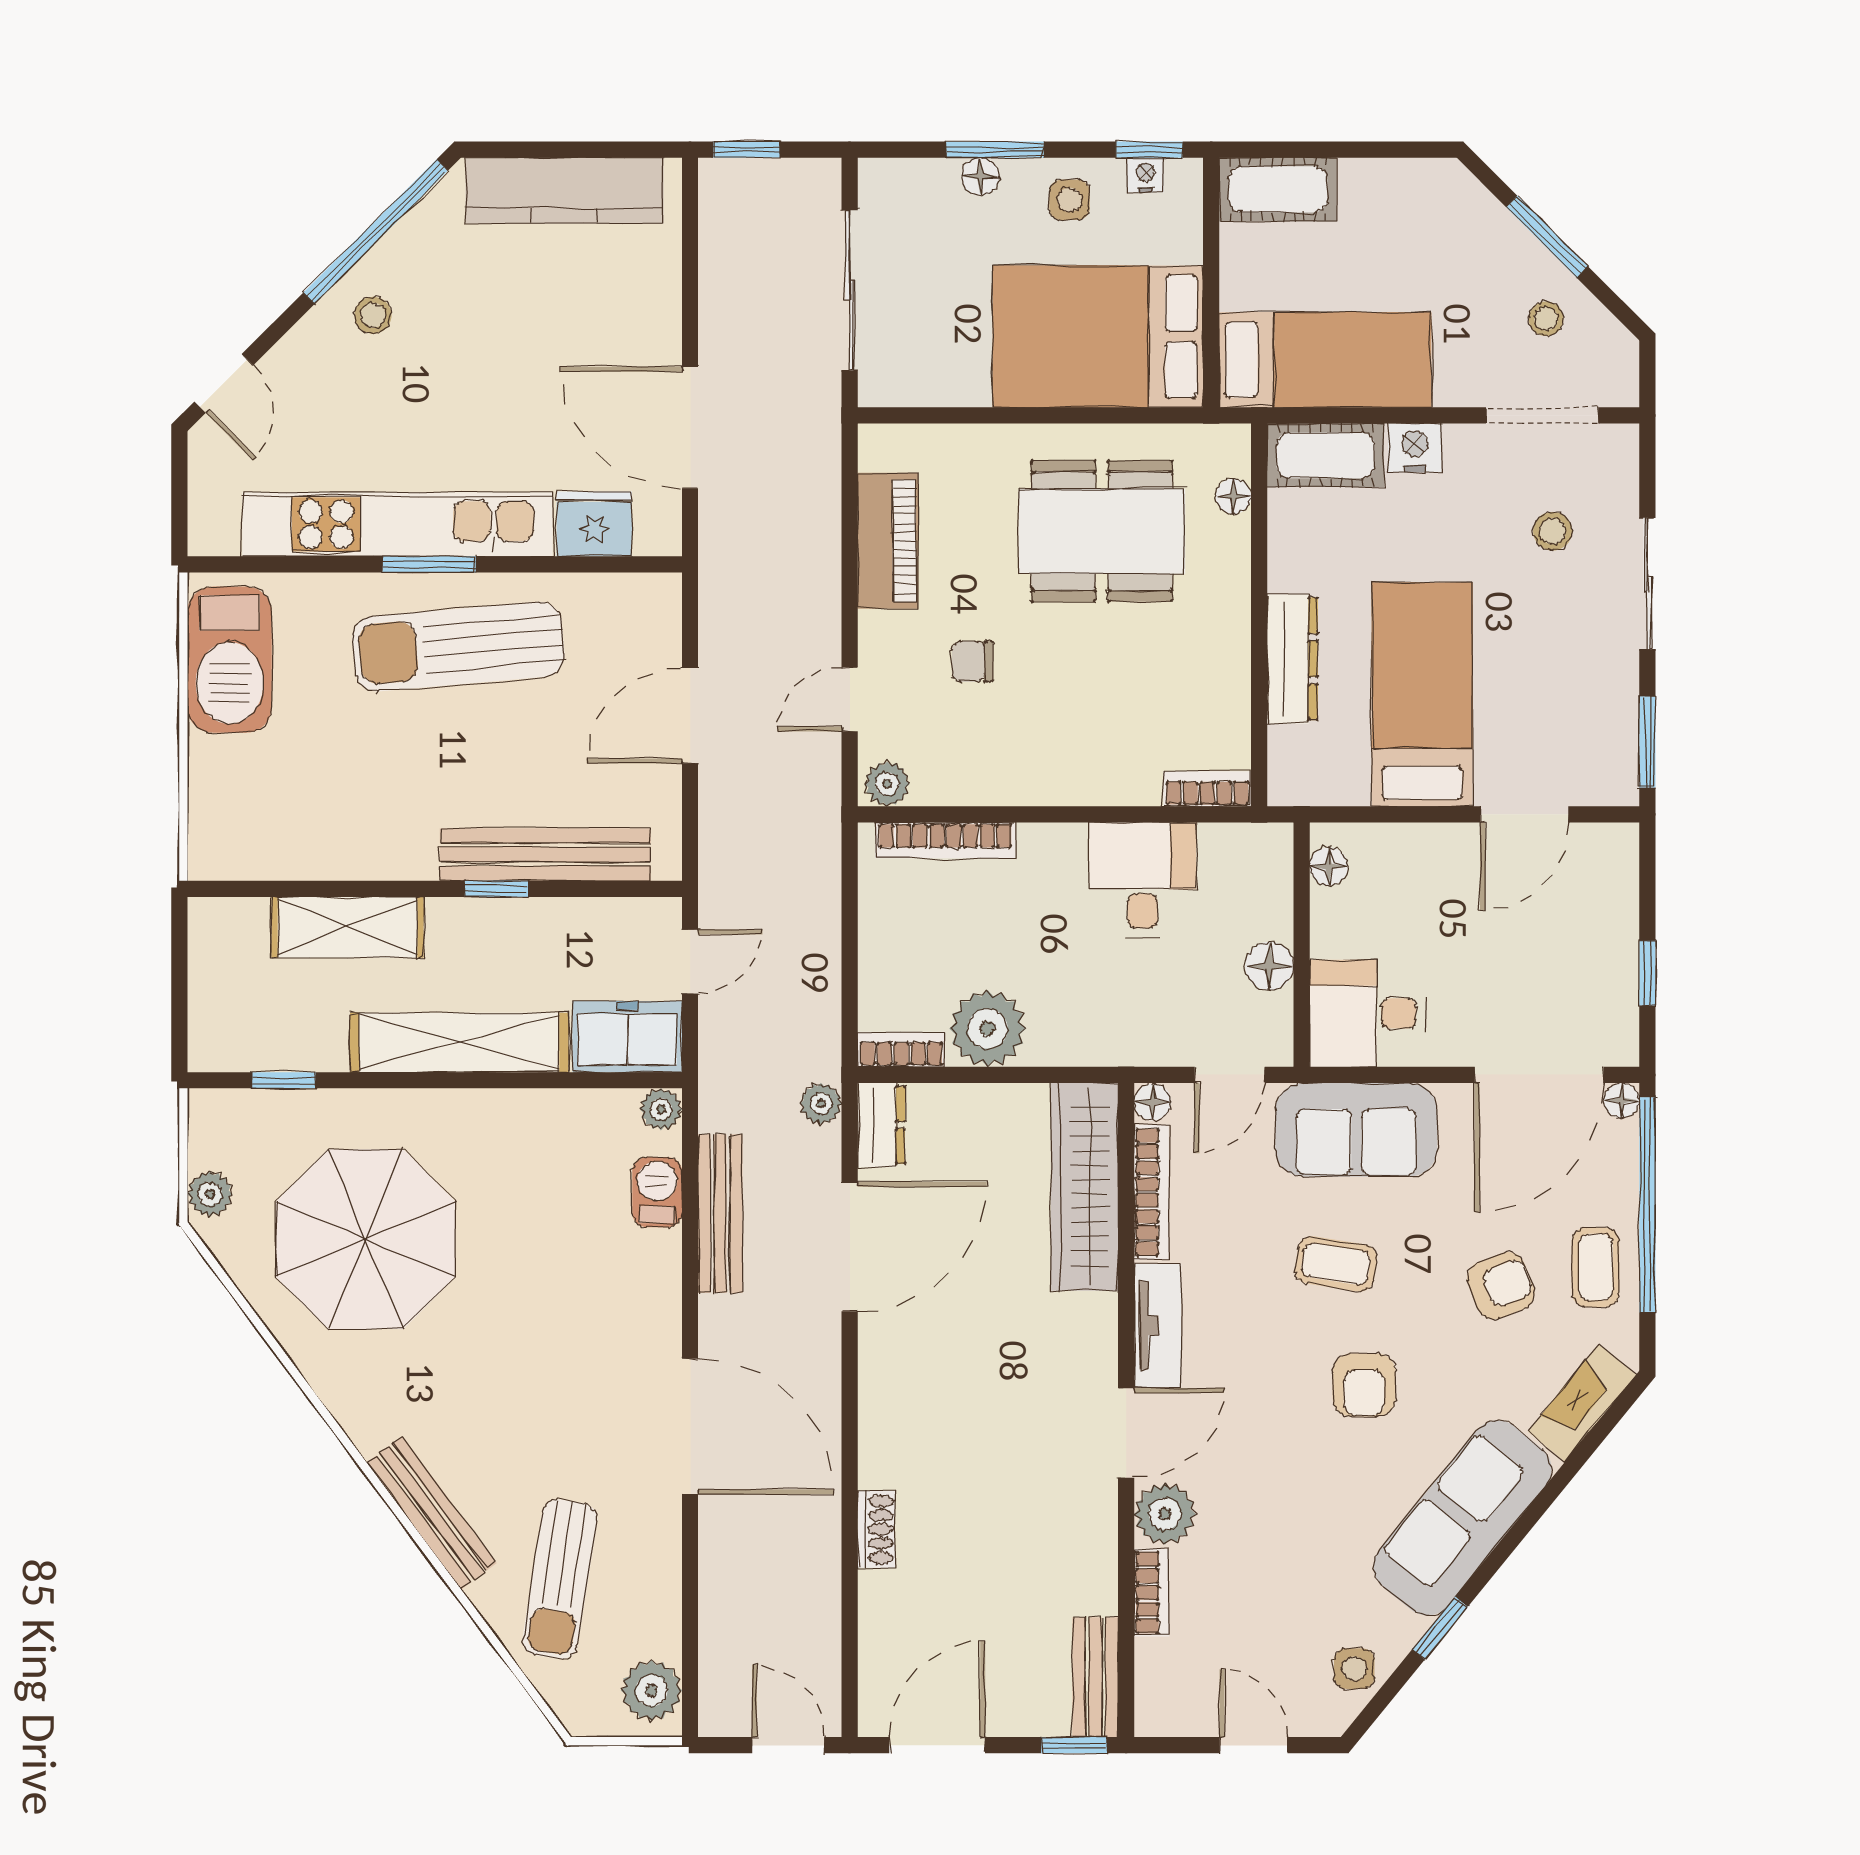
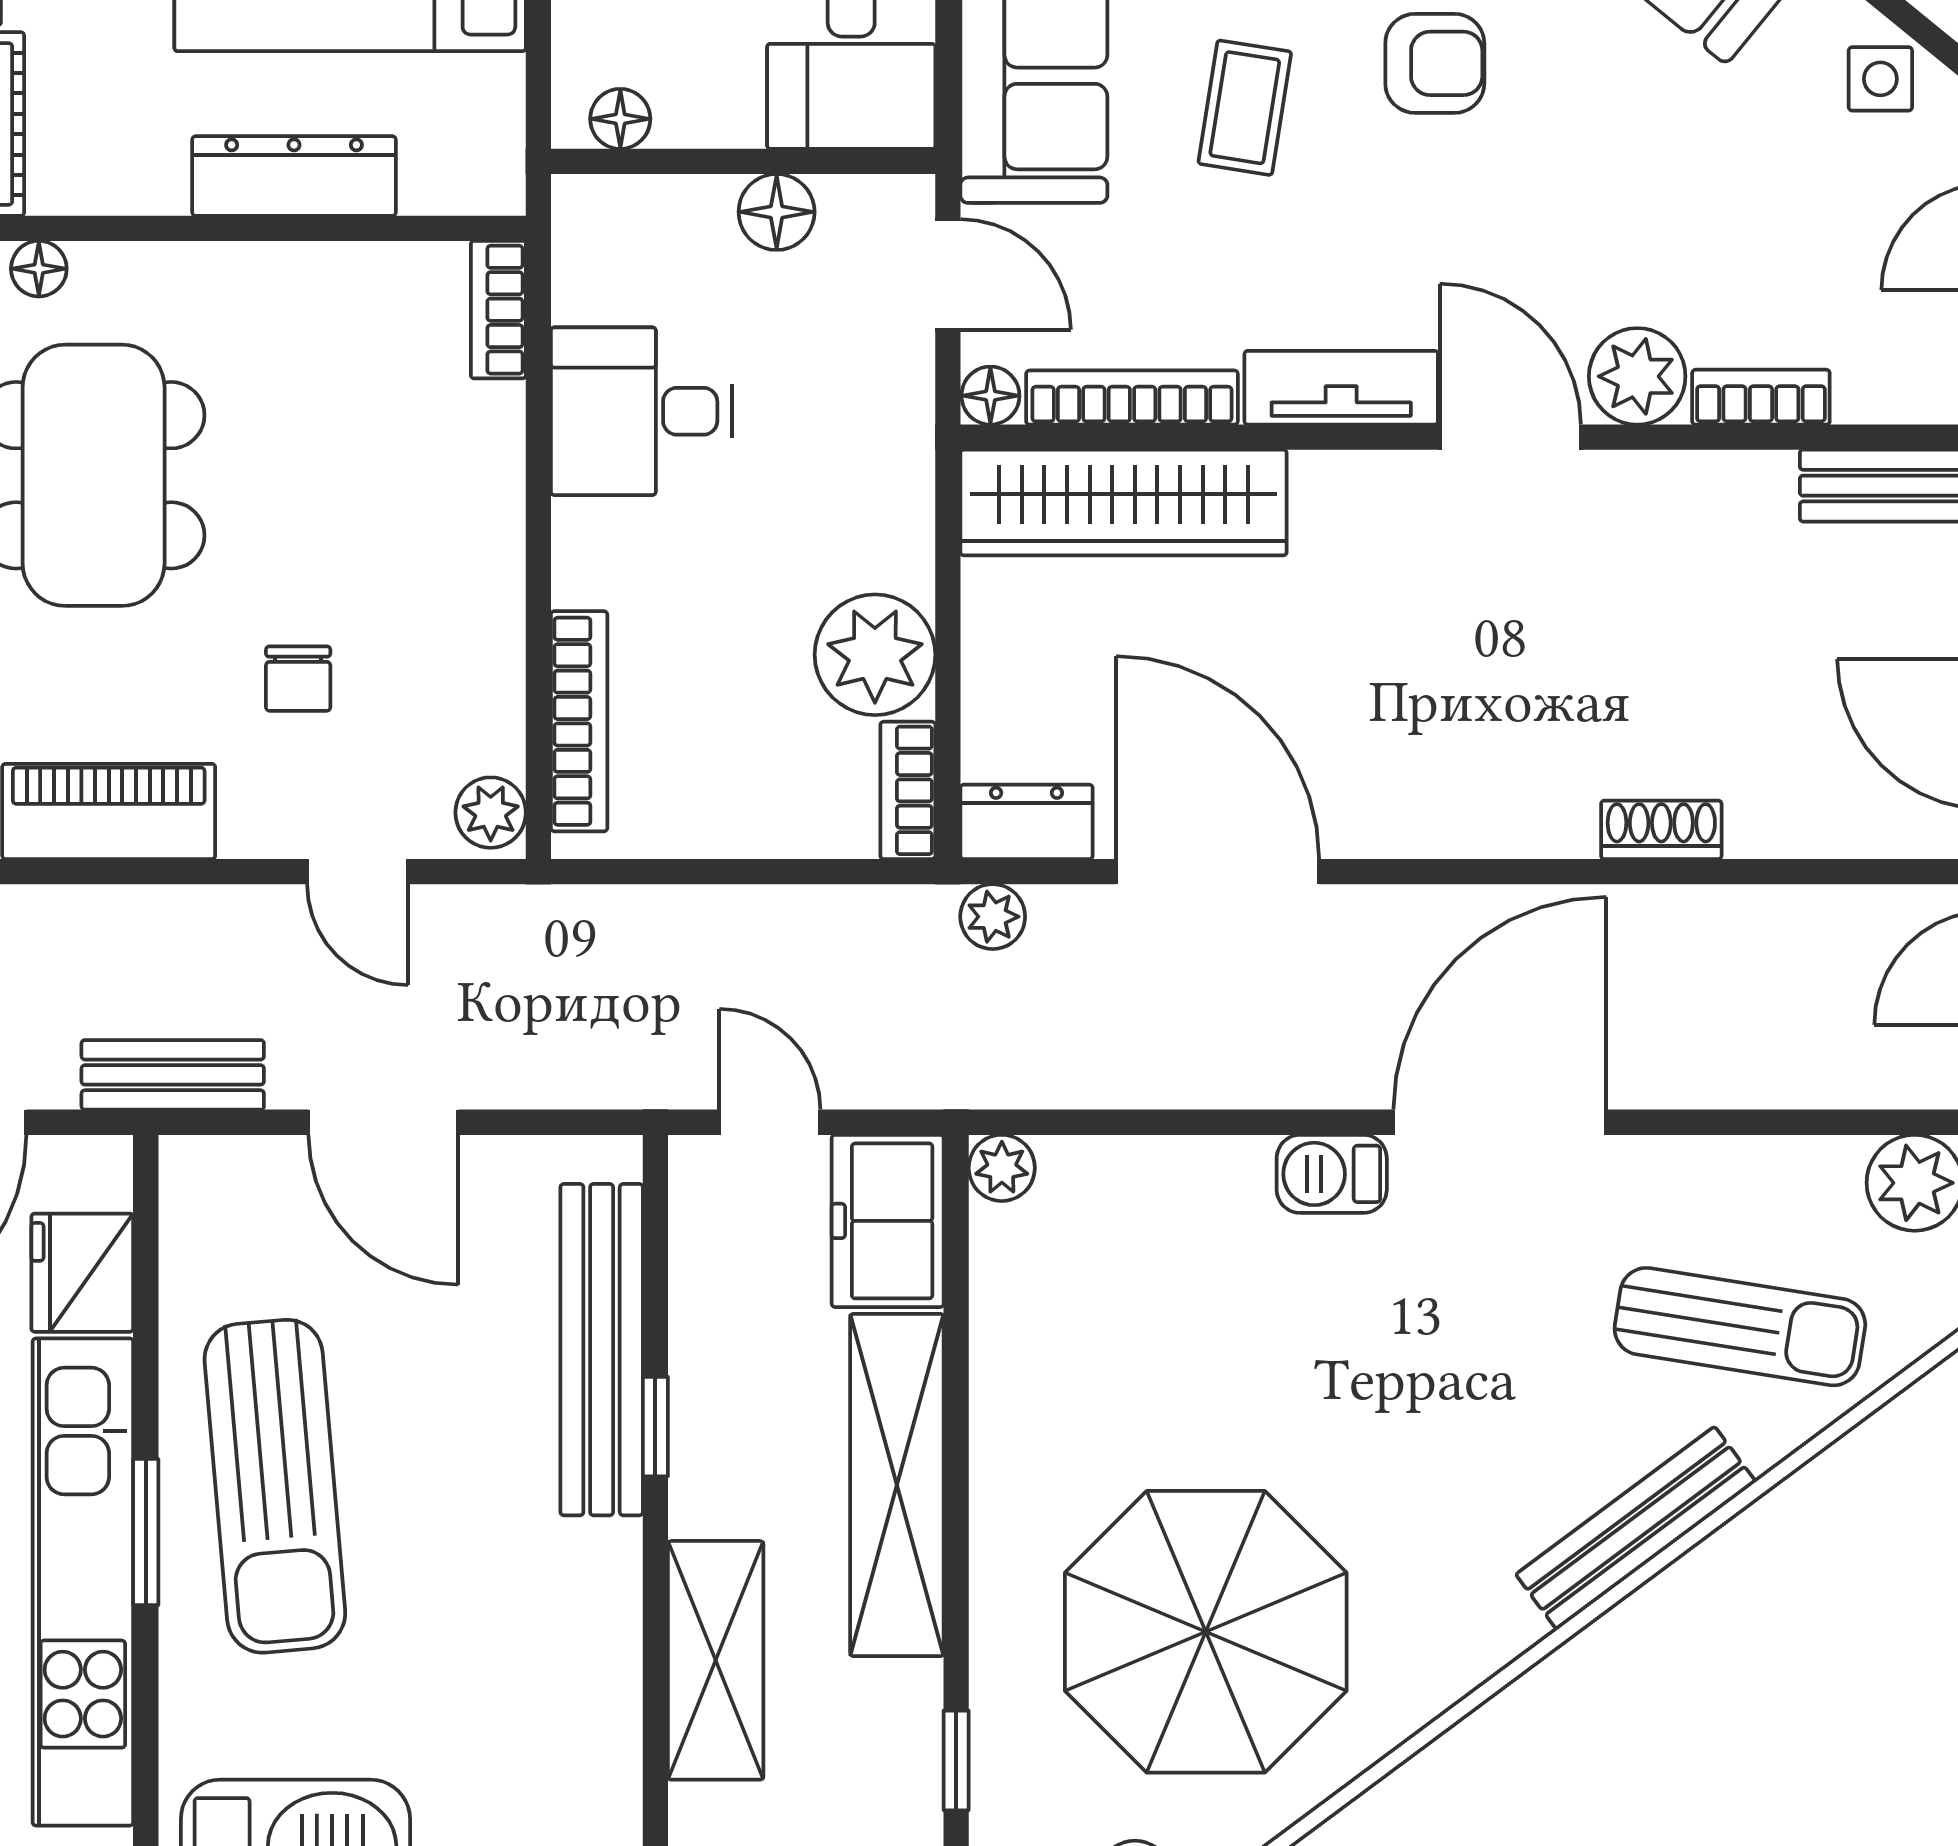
barbecue: (657, 1192) -> (1332, 1174), moved
bench: (720, 1214) -> (173, 1075), moved, width x0.73

